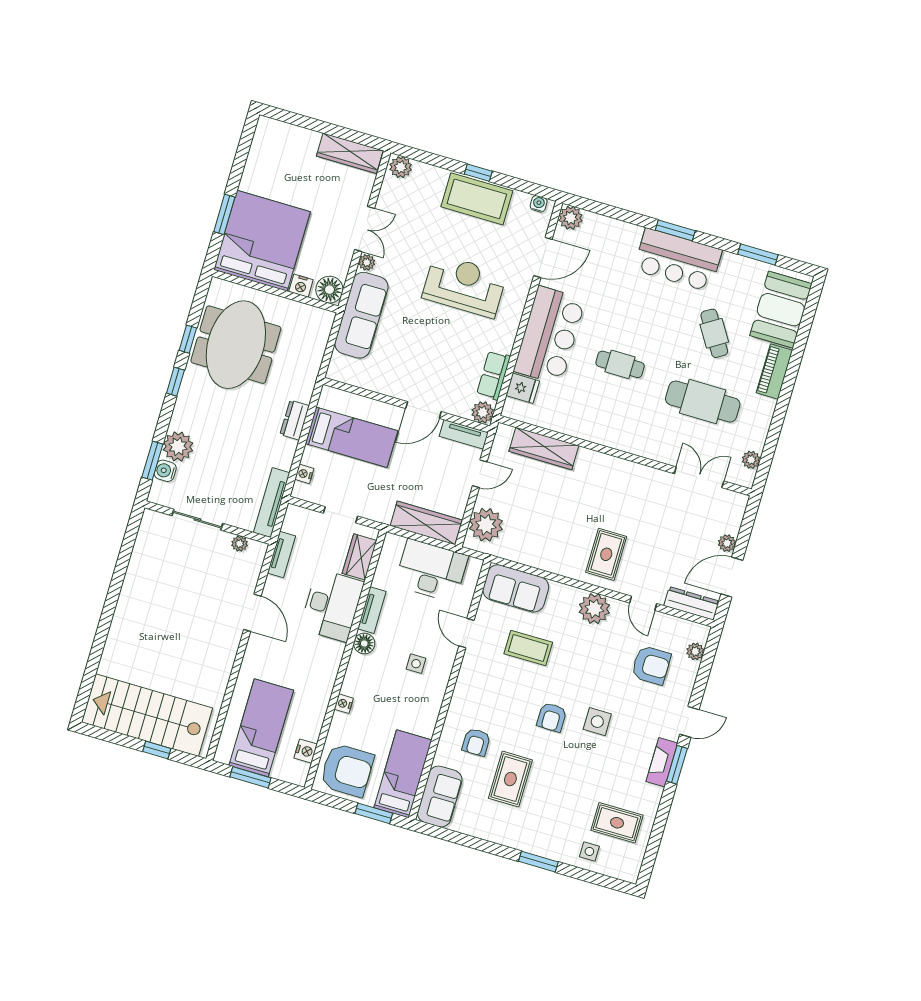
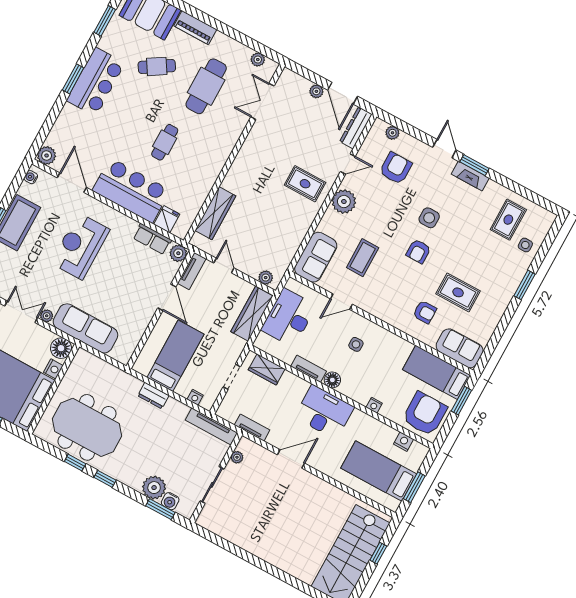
plant: (486, 525) -> (266, 278), width x0.53, depth x0.53
desk: (332, 605) -> (324, 412), moved
armchair: (552, 717) -> (418, 251), turned 90

